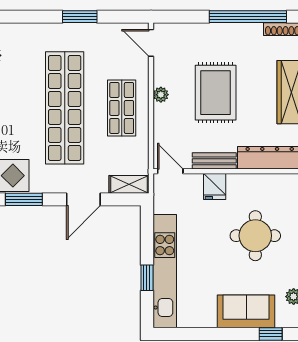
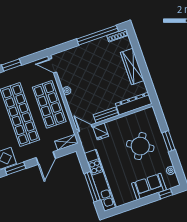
rug: (216, 93) -> (95, 80), removed
shop shelf: (122, 108) -> (49, 104), width x1.43, depth x1.36
fridge: (215, 186) -> (101, 131), moved
round table: (255, 236) -> (140, 146), turned 31
window: (147, 278) -> (92, 187), width x2.17

